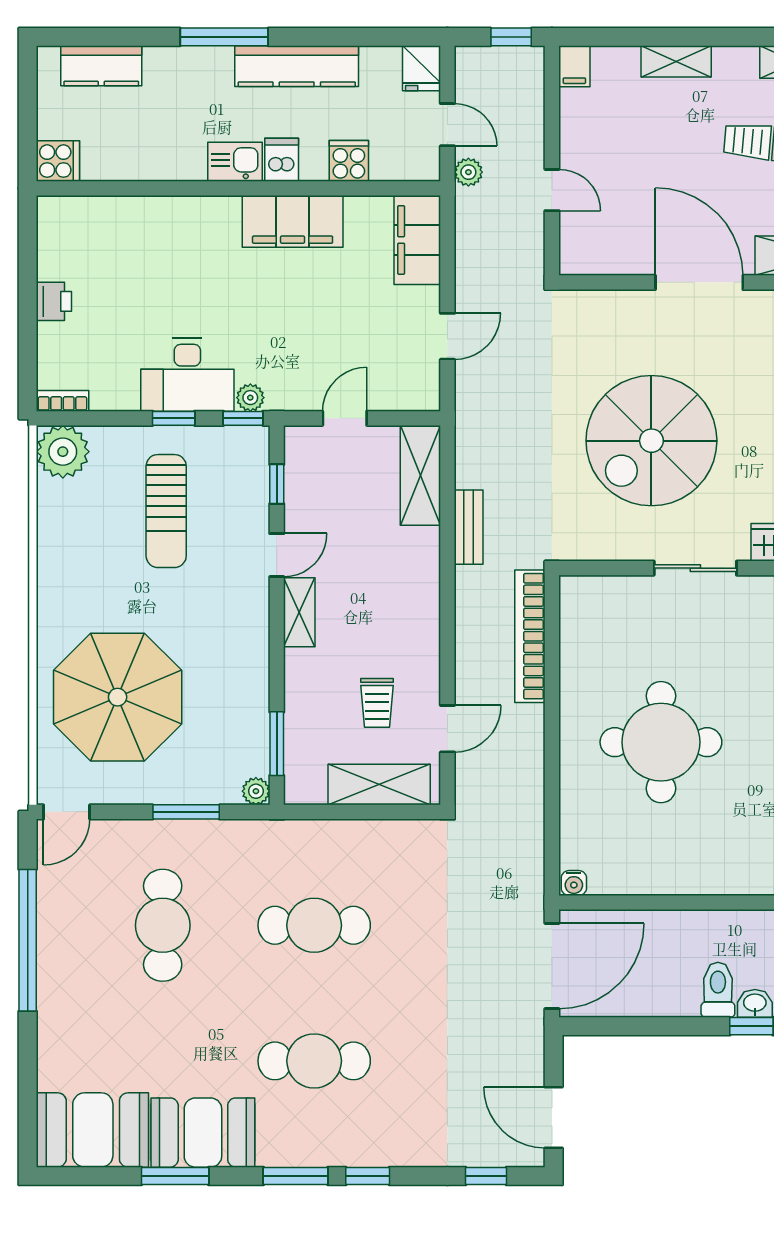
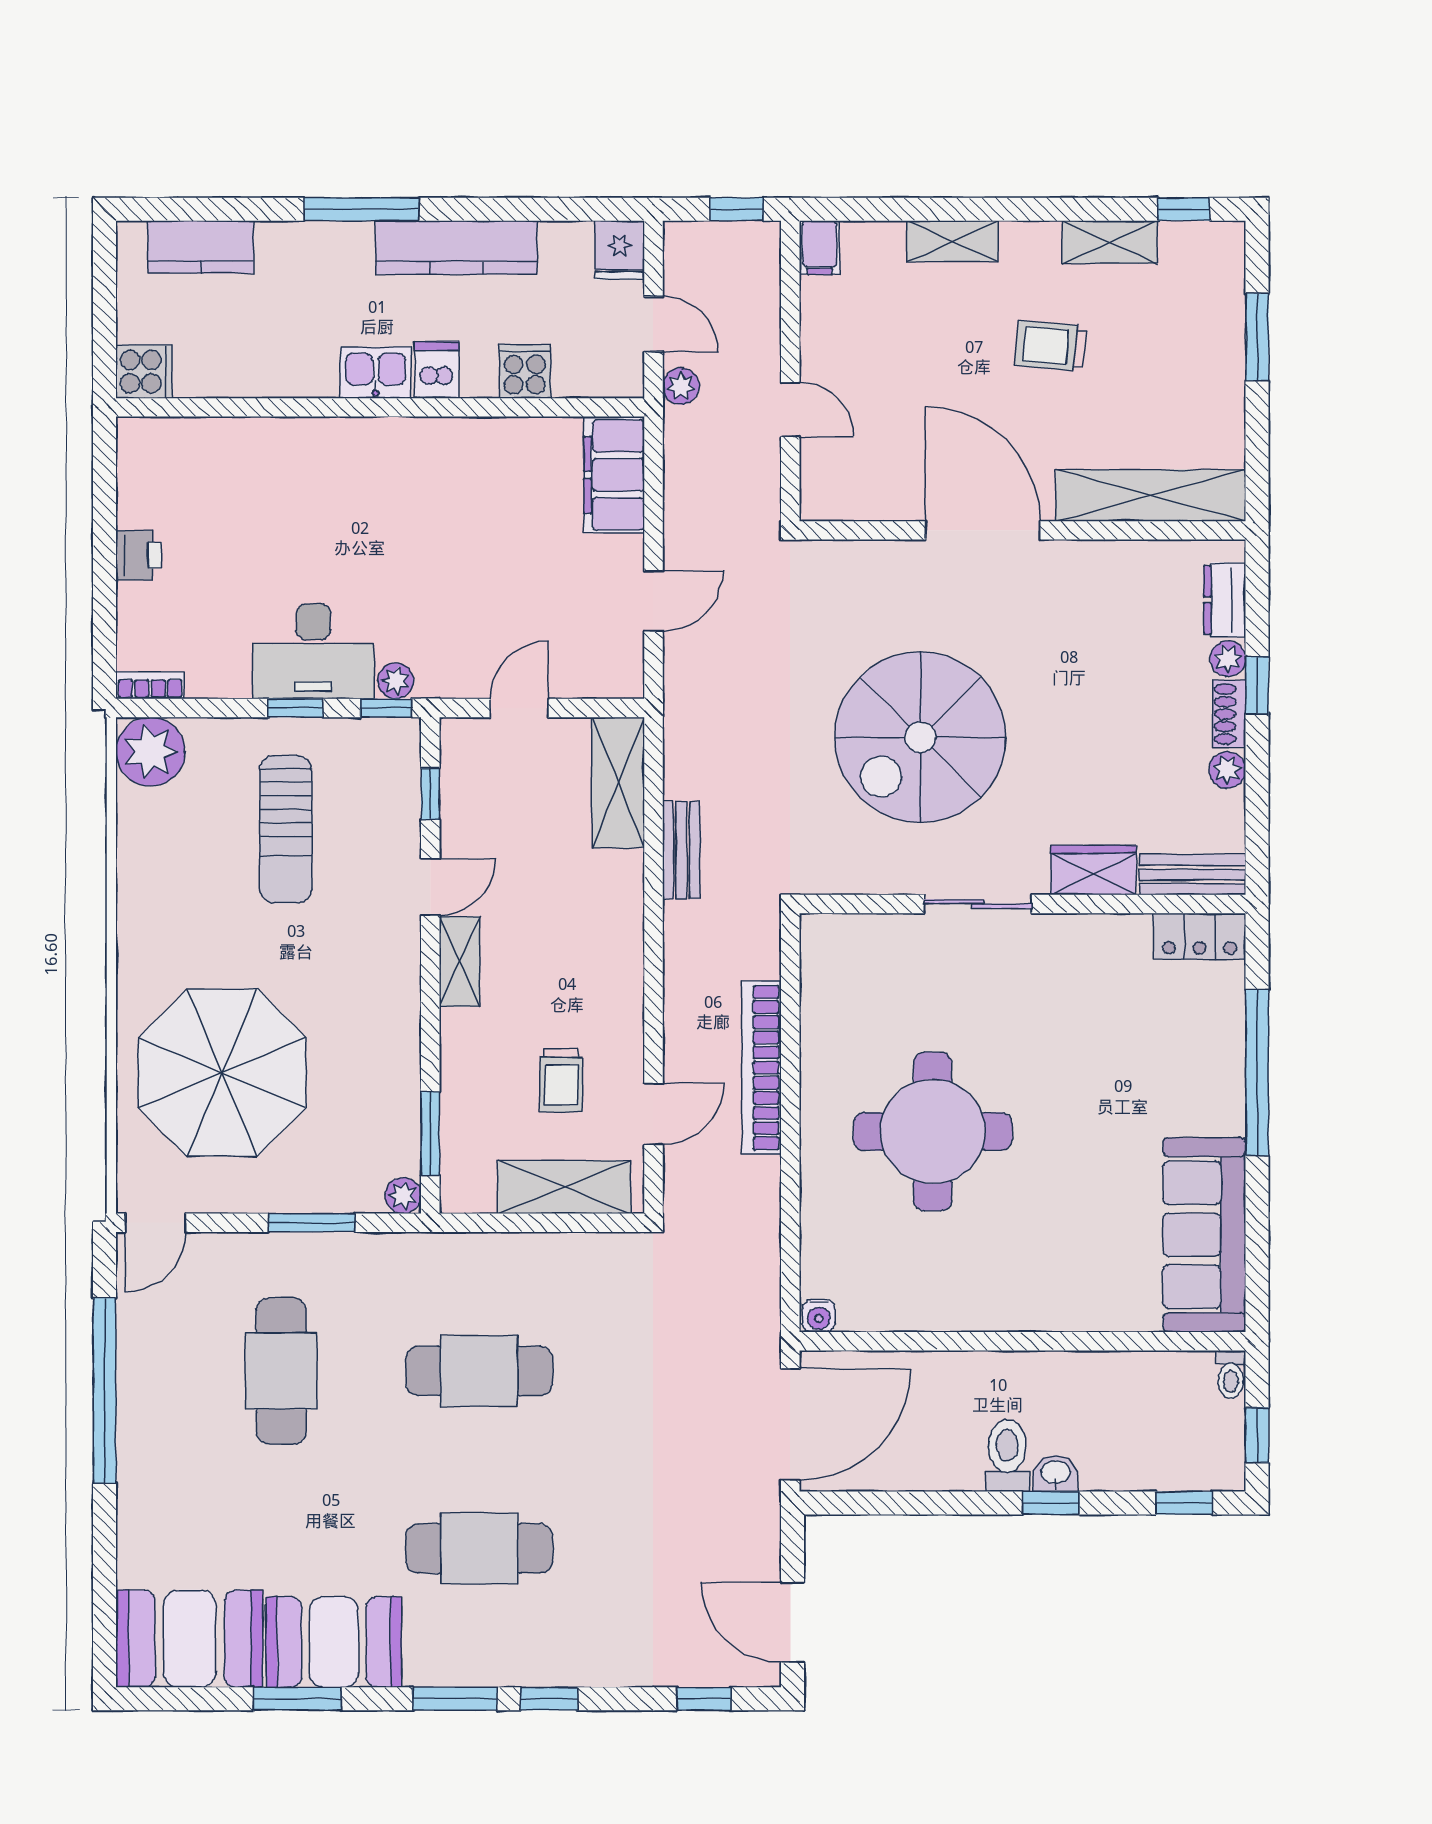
filing cabinet: (293, 221) -> (451, 451), removed
bookcase: (530, 636) -> (761, 1068), moved

